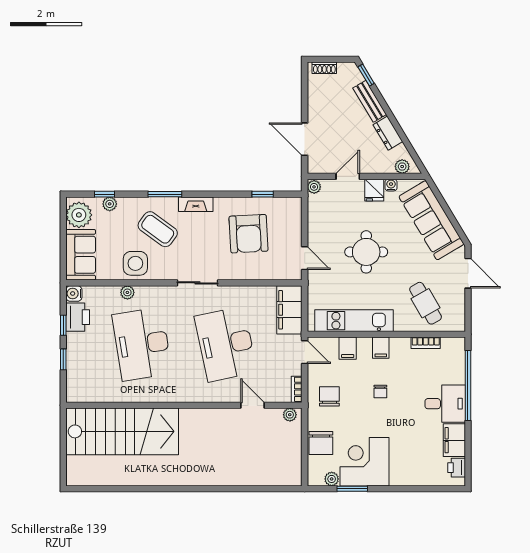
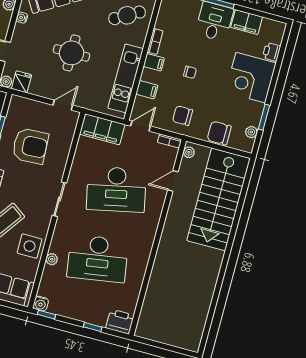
fridge: (374, 190) -> (22, 82), moved, turned -90
printer: (78, 317) -> (120, 322), moved
window: (63, 325) -> (47, 315), moved
bookcase: (426, 343) -> (155, 41), moved
stairs: (122, 431) -> (219, 199), moved, turned 180
chair: (321, 443) -> (219, 133), turned 180
corner desk: (364, 462) -> (251, 78), moved
printer: (457, 468) -> (271, 52), moved, turned 90

